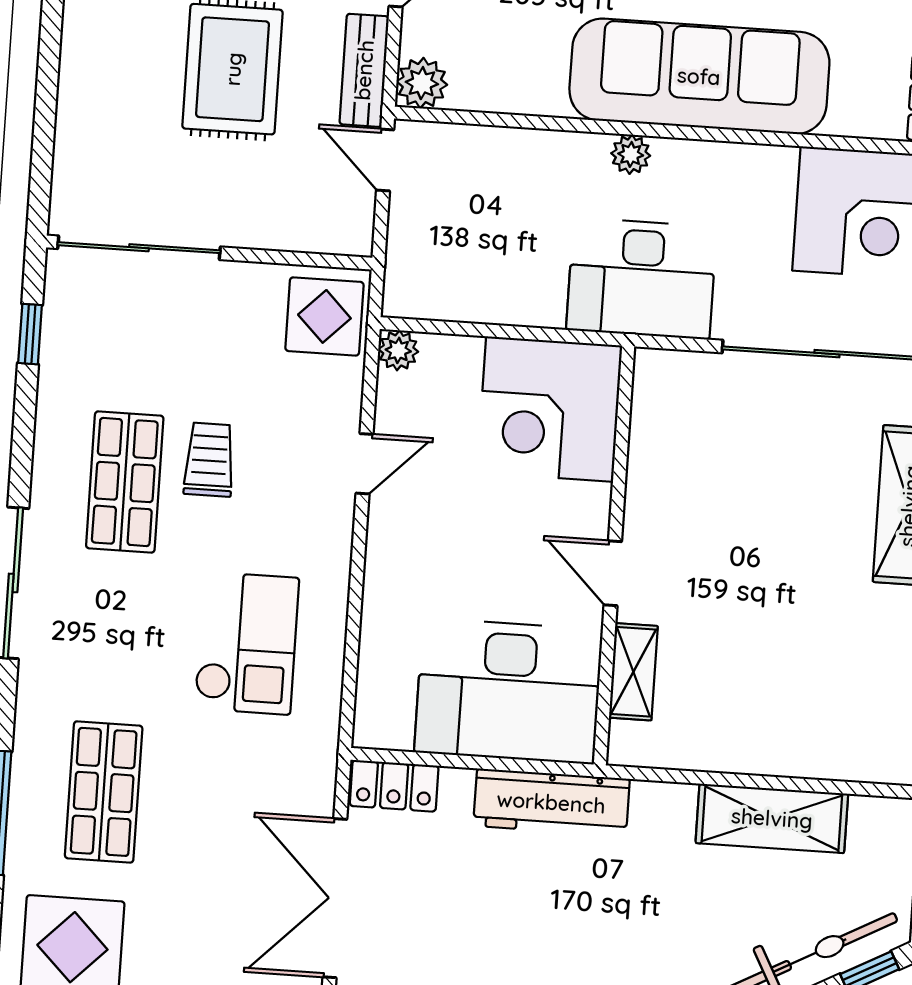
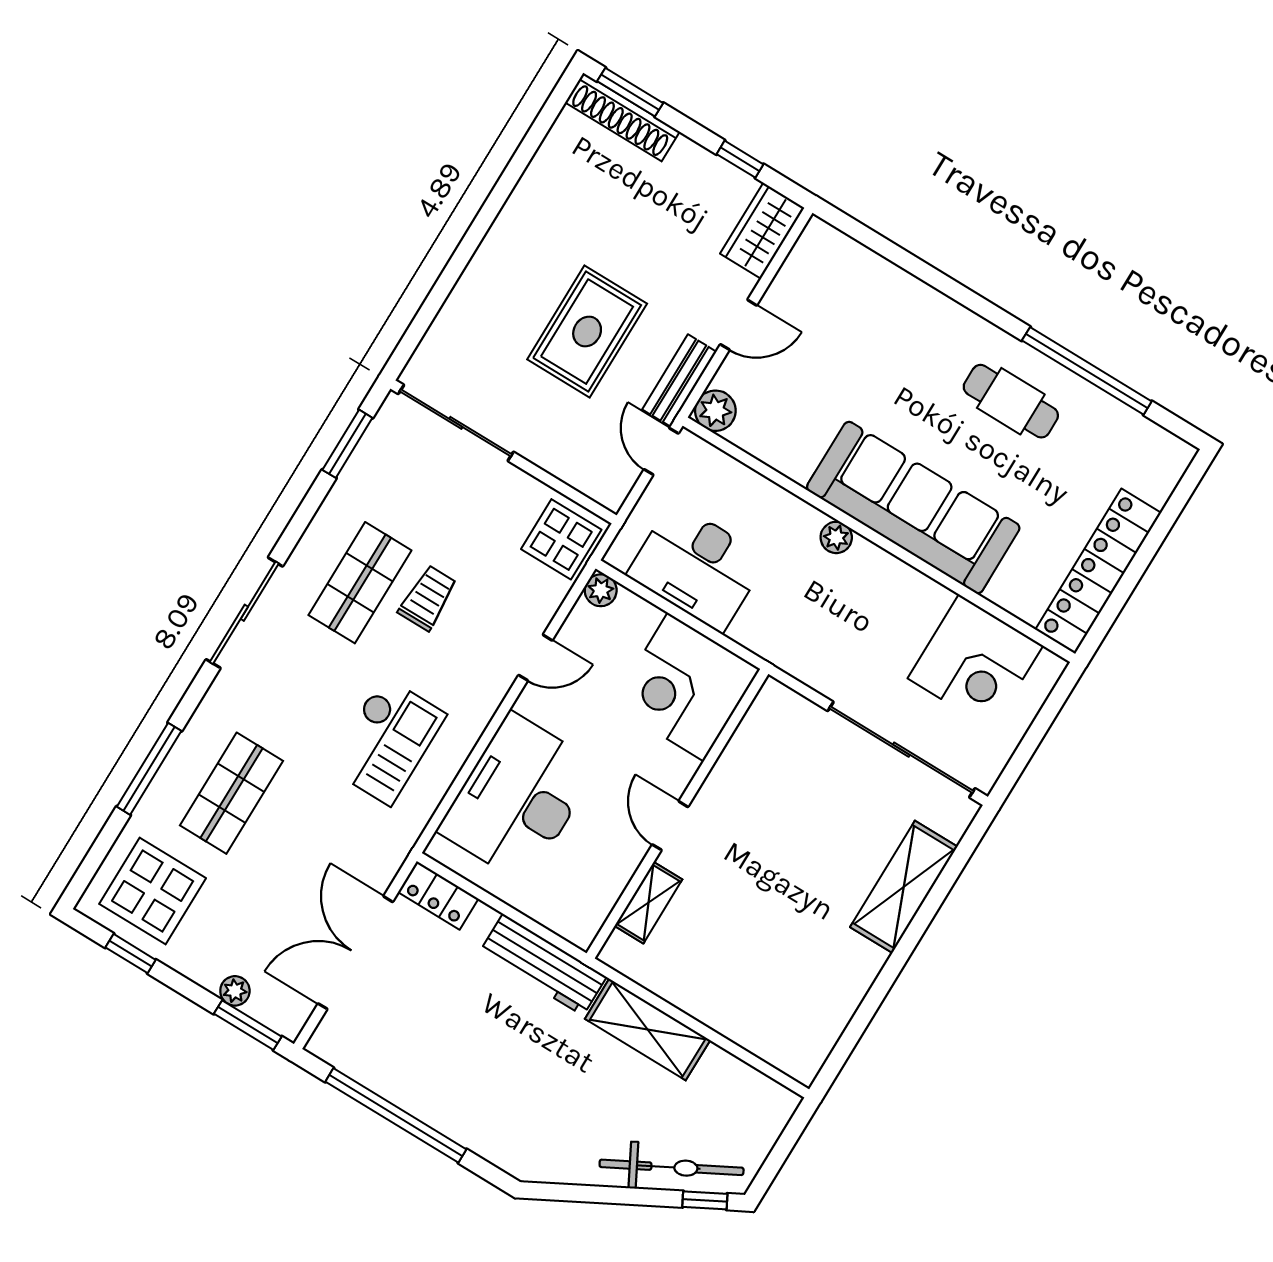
desk: (642, 278) -> (697, 567), moved
window: (30, 334) -> (347, 444), width x1.50
desk: (508, 691) -> (518, 798), moved, turned 90
shelving: (772, 818) -> (648, 1029), moved

